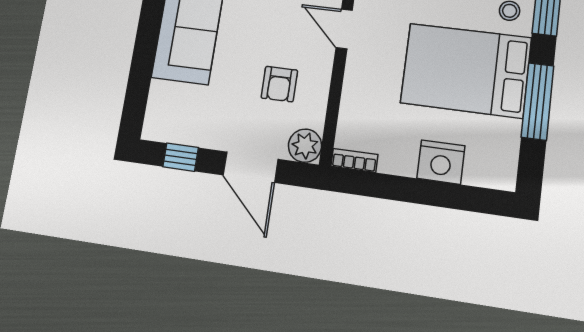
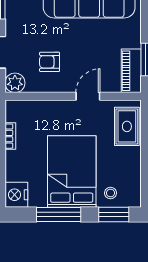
bookcase: (354, 160) -> (10, 136), moved
nightstand: (441, 162) -> (16, 195), moved

